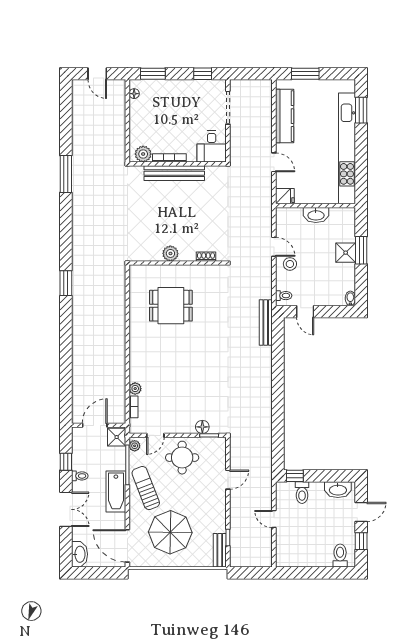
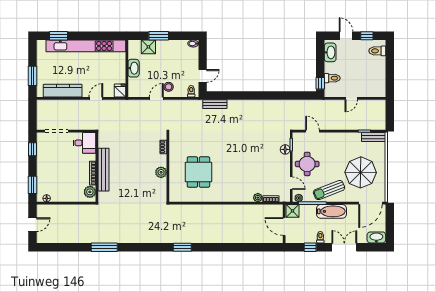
shower: (346, 253) -> (148, 47), moved
bench: (266, 322) -> (215, 104), width x0.73
door: (228, 480) -> (313, 131), moved

